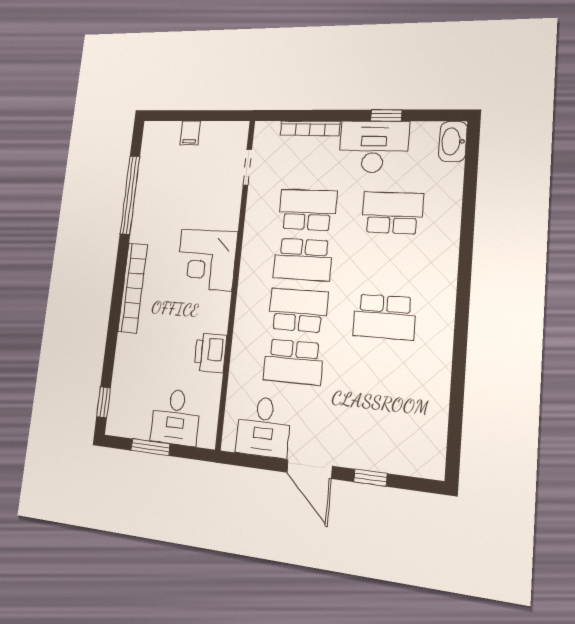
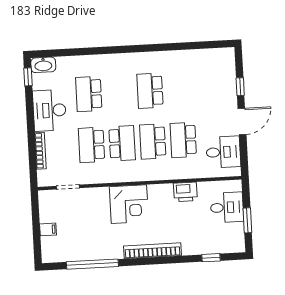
window: (386, 115) -> (28, 77), moved
school desk: (384, 317) -> (150, 91), turned 180
school desk: (293, 362) -> (183, 140), turned 180
window: (104, 402) -> (211, 258), moved

